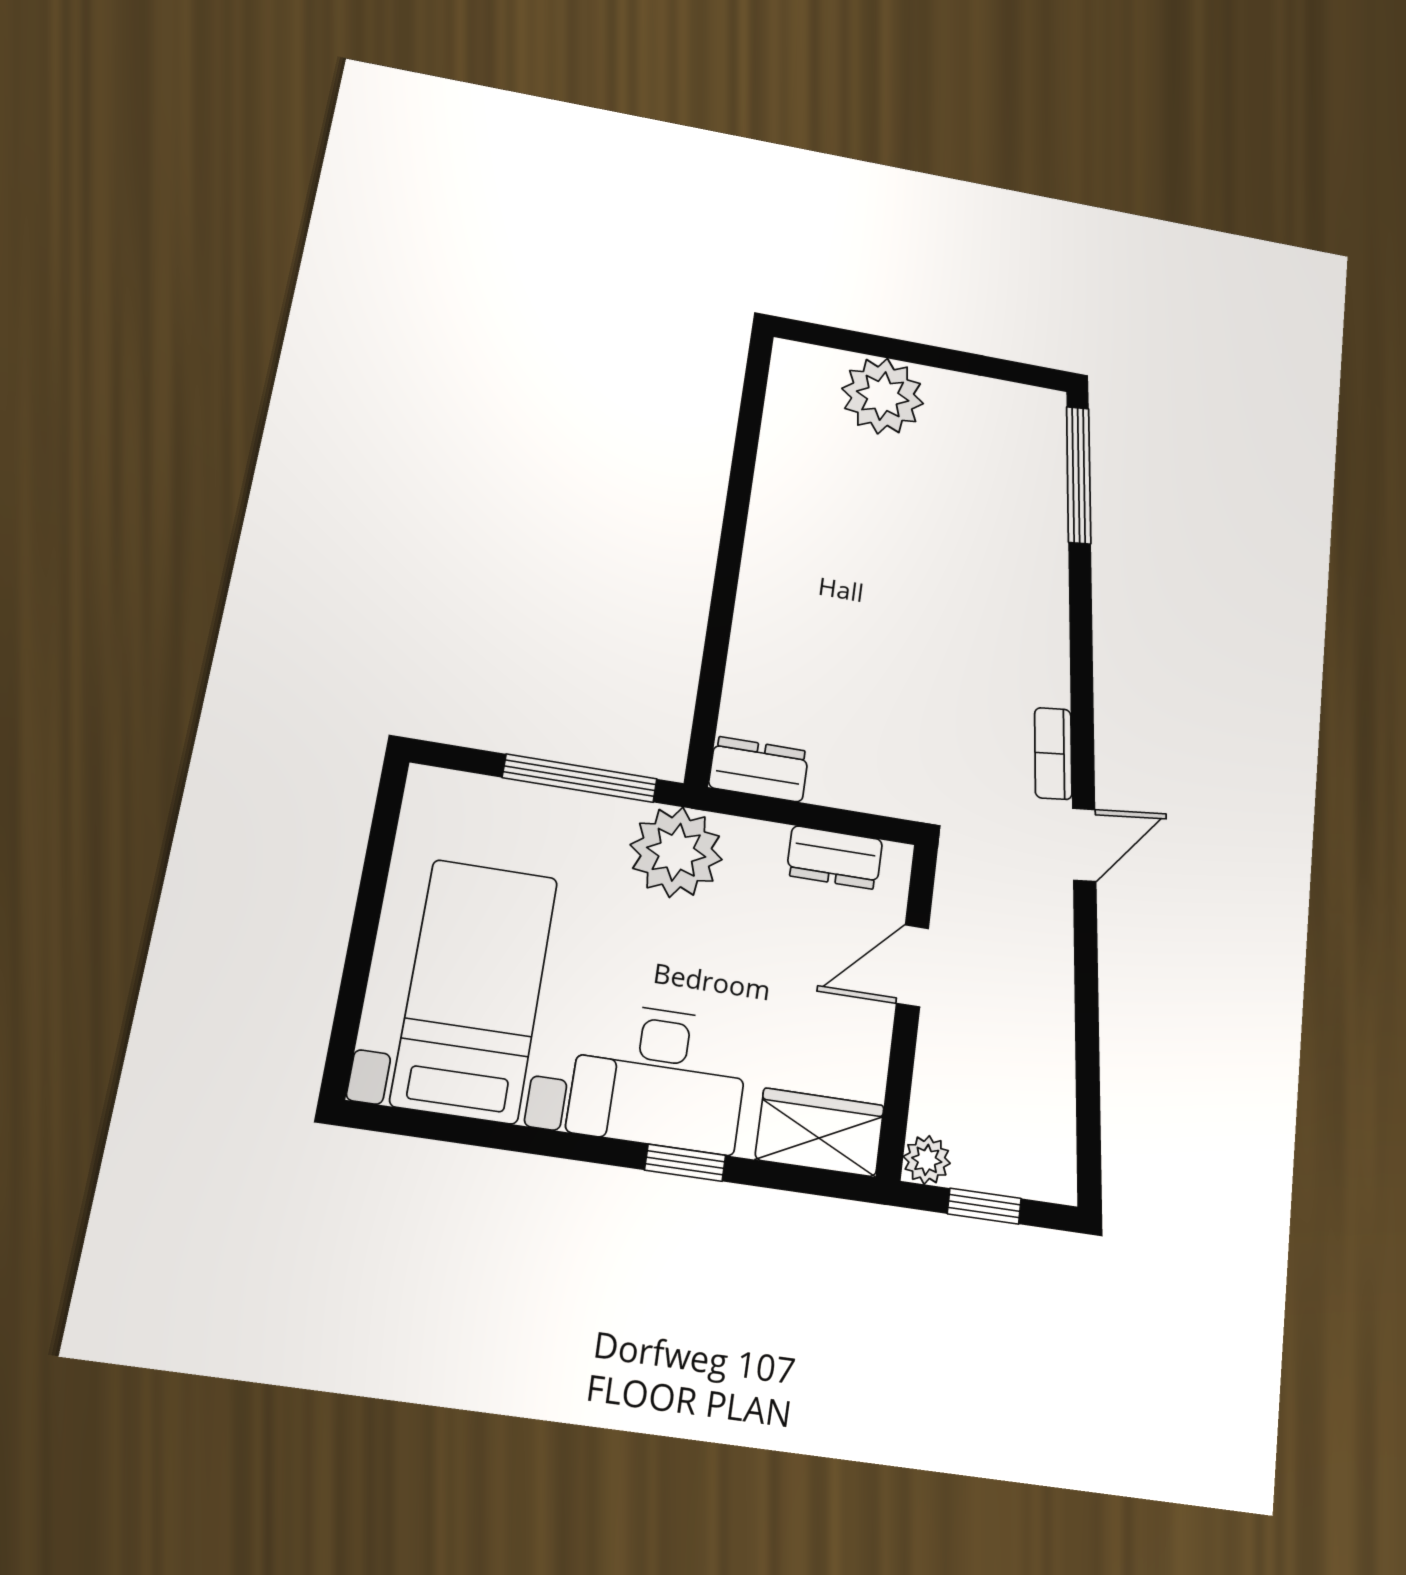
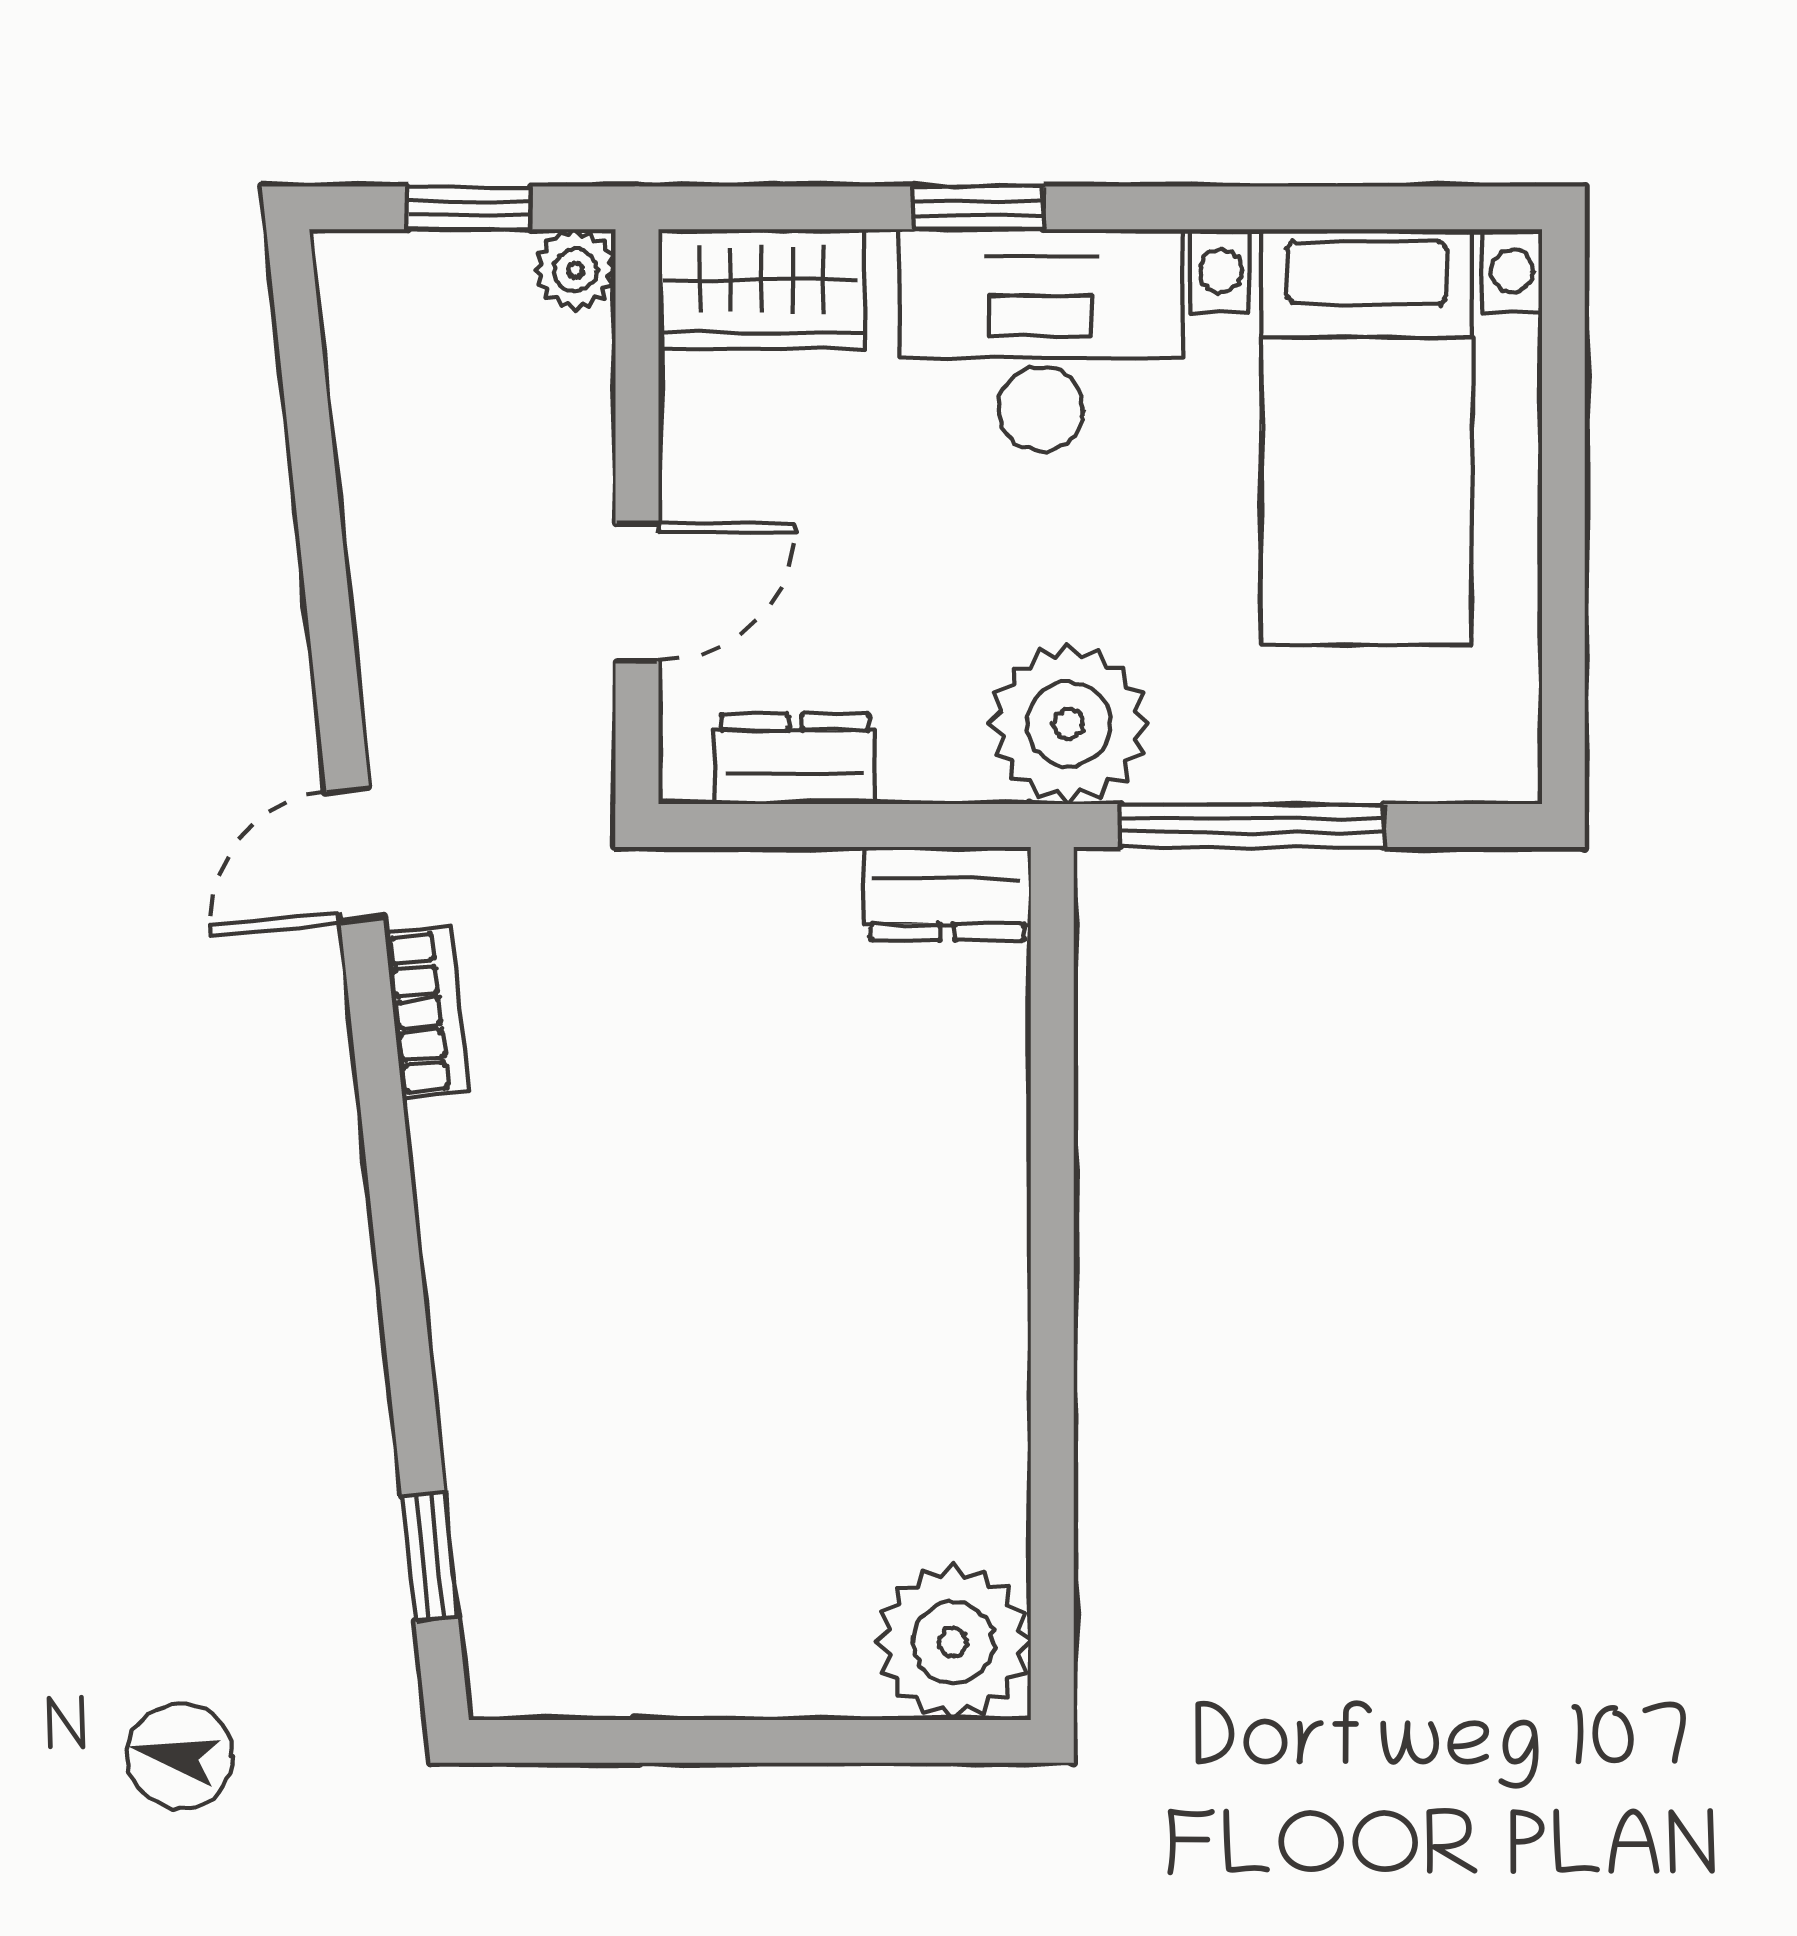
plant: (883, 396) -> (953, 1642), moved
window: (1079, 475) -> (430, 1557), width x0.46

